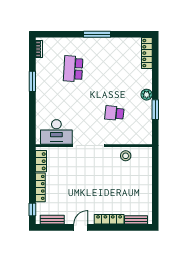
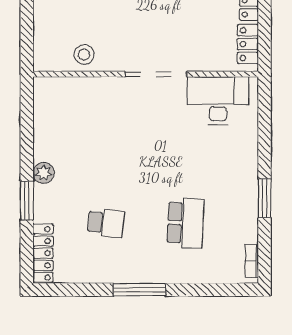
window: (155, 110) -> (27, 201), moved
school desk: (114, 113) -> (106, 223), moved

